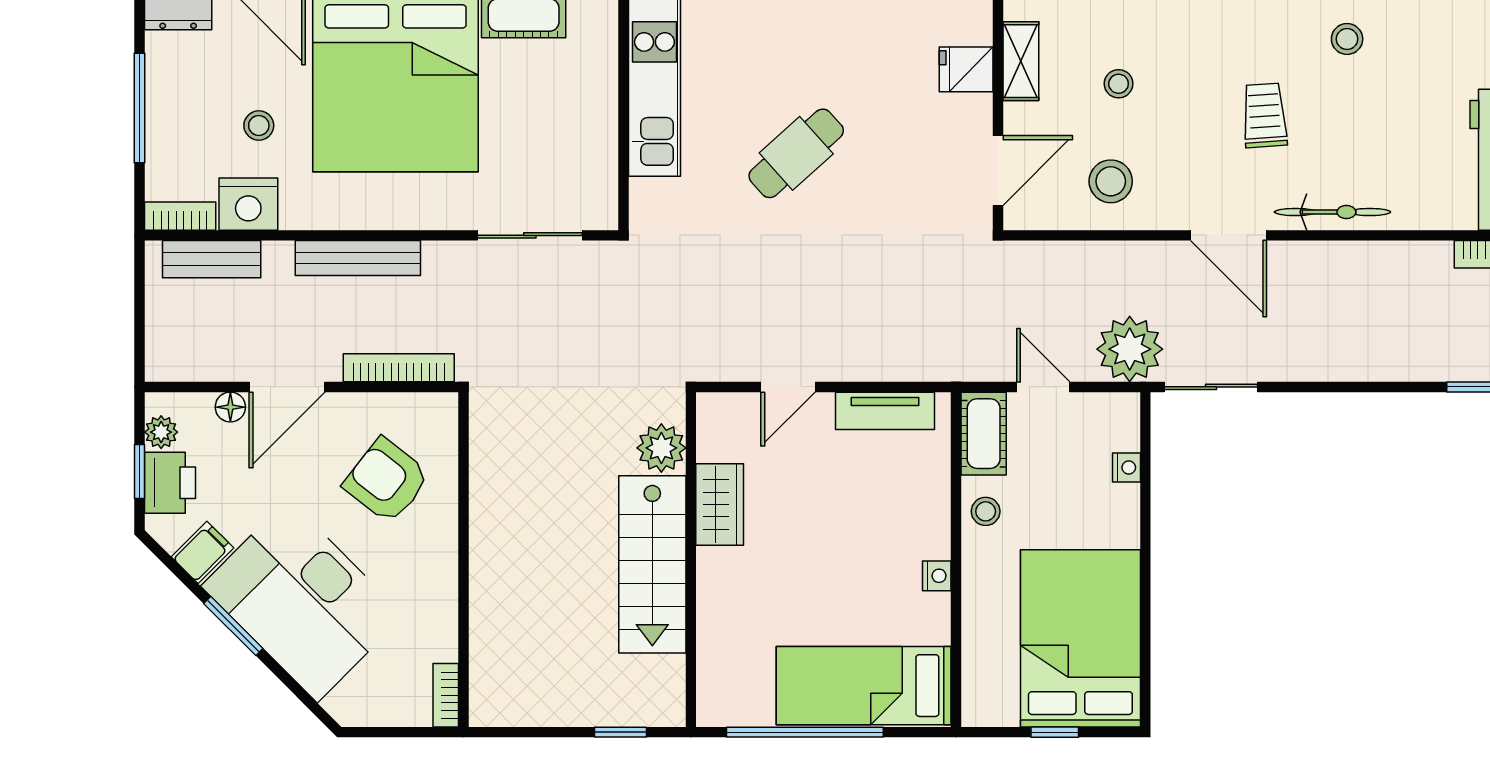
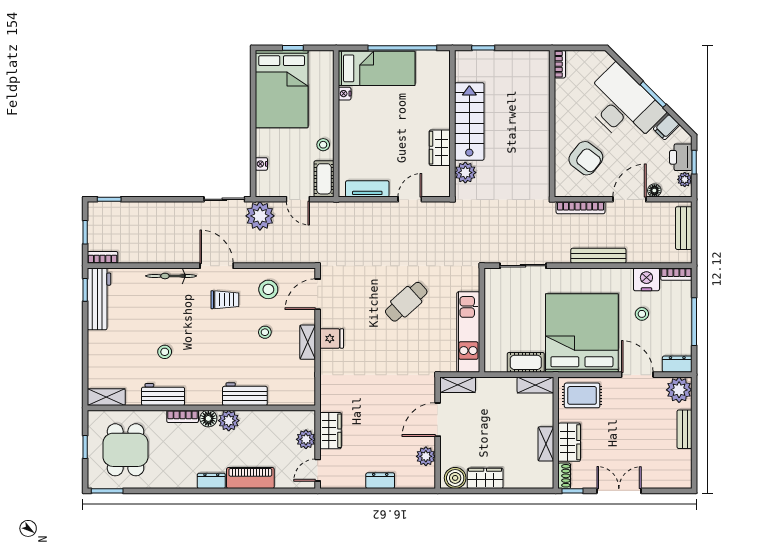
trolley: (1264, 115) -> (225, 300), moved, turned -86
bench: (212, 259) -> (684, 228), moved, turned 90
nightstand: (937, 576) -> (345, 94), moved

